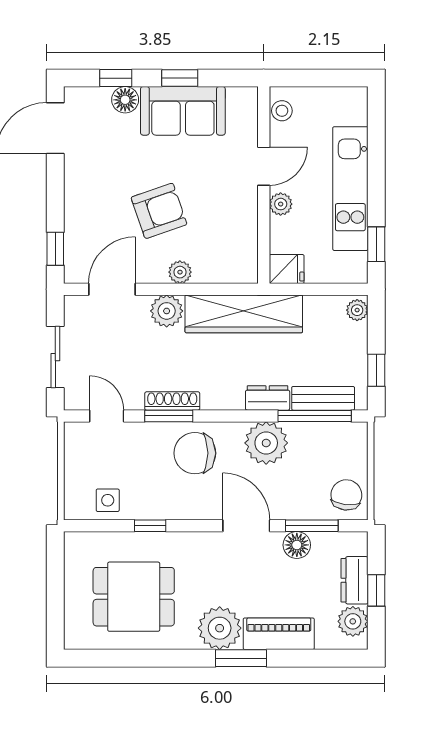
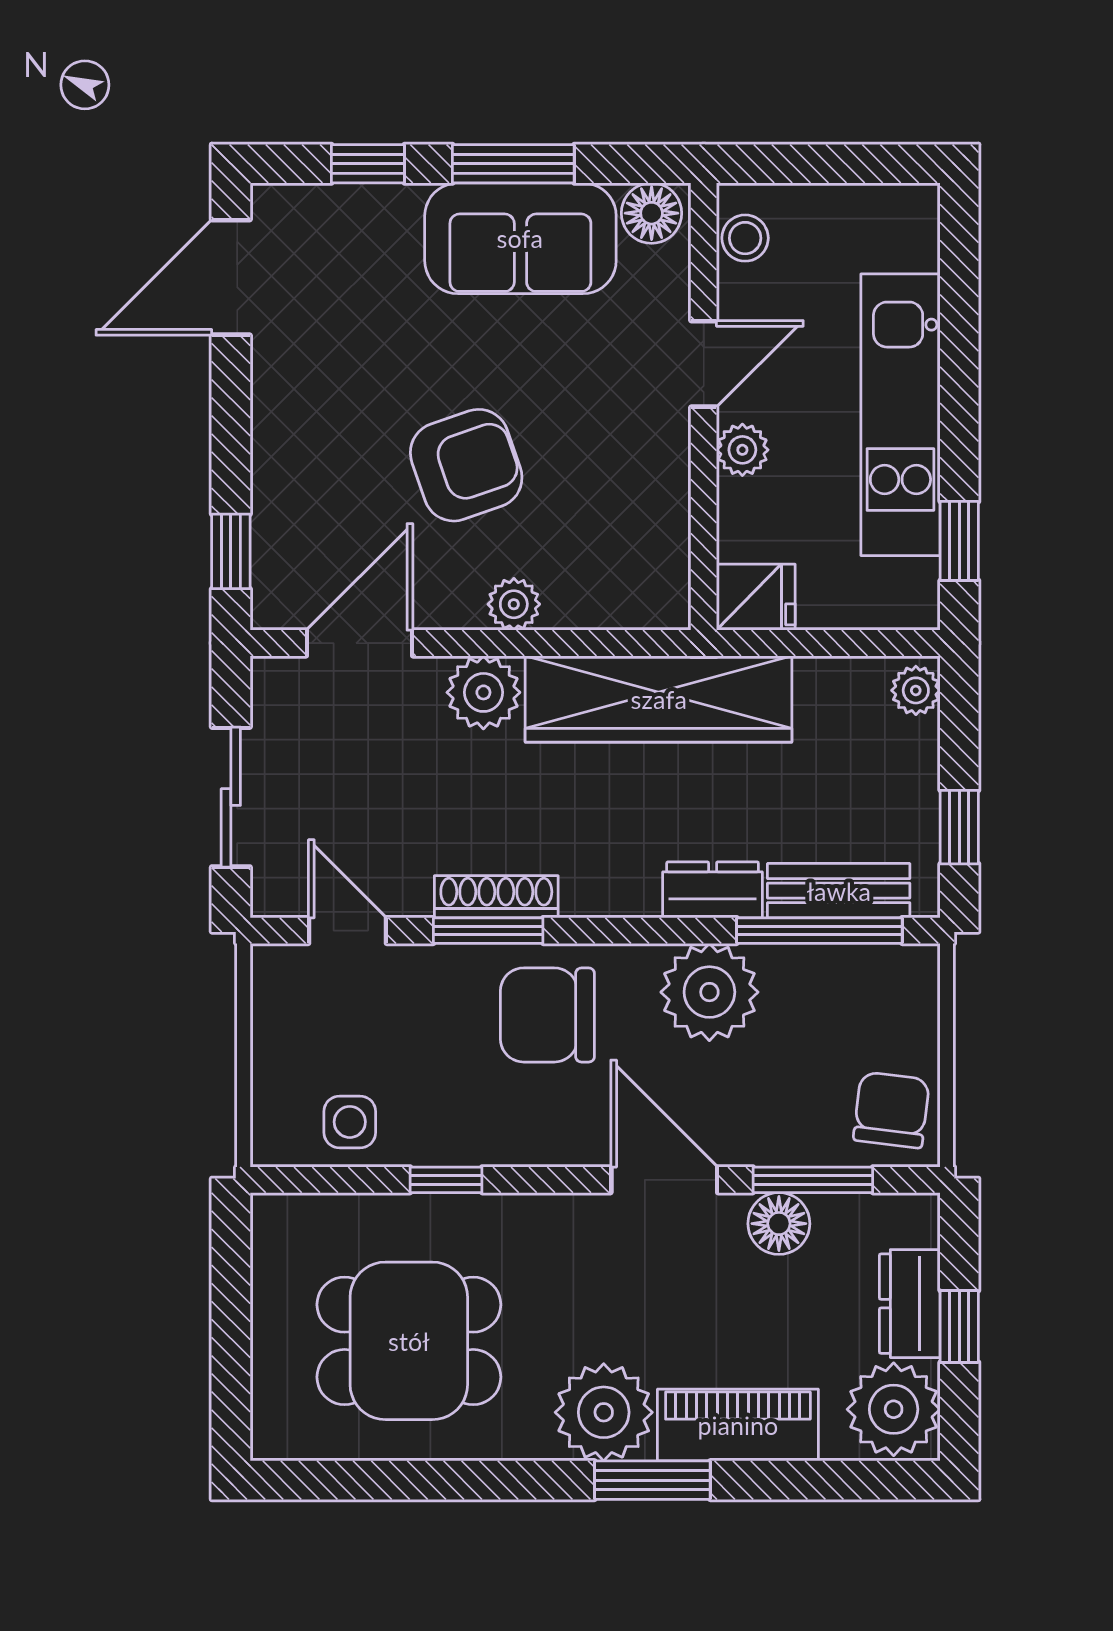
window: (180, 78) -> (513, 164), width x1.50
floor lamp: (125, 100) -> (652, 213), moved
plant: (353, 621) -> (894, 1409), width x1.36, depth x1.36

